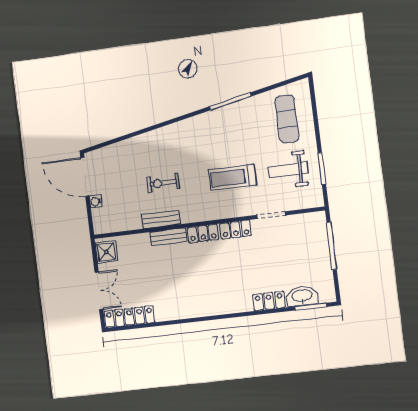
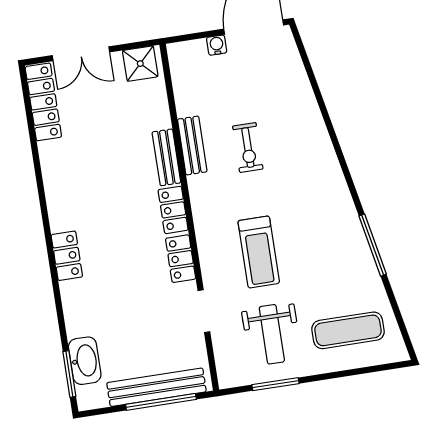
weight bench: (288, 170) -> (272, 334), turned 180
treadmill: (233, 177) -> (259, 252), turned 180
exercise bike: (163, 183) -> (248, 148), turned 180
bench: (322, 248) -> (156, 387), added
locker: (269, 301) -> (67, 256), moved

